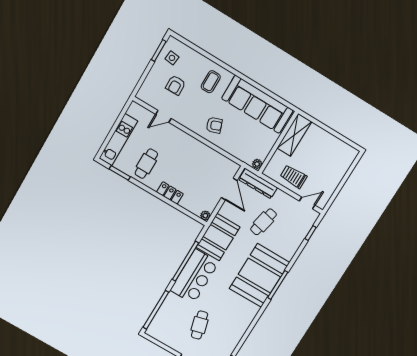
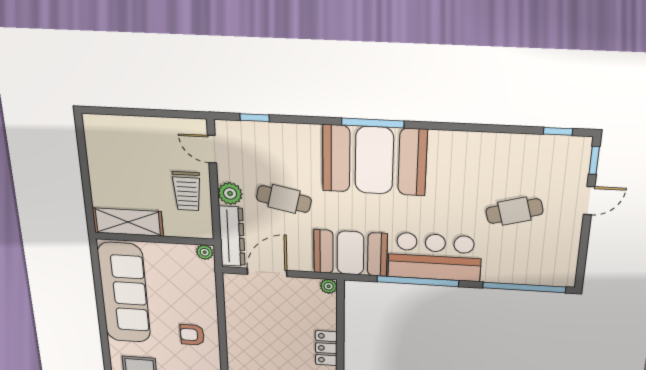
armchair: (214, 125) -> (192, 335), turned -70
plant: (281, 197) -> (230, 193), added

